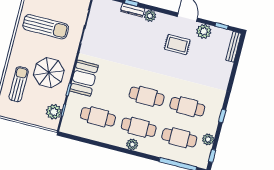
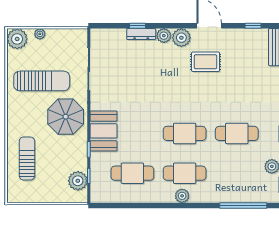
plant: (204, 31) -> (181, 38), moved
parasol: (49, 73) -> (66, 117), moved
cafe table: (179, 138) -> (237, 173), removed

